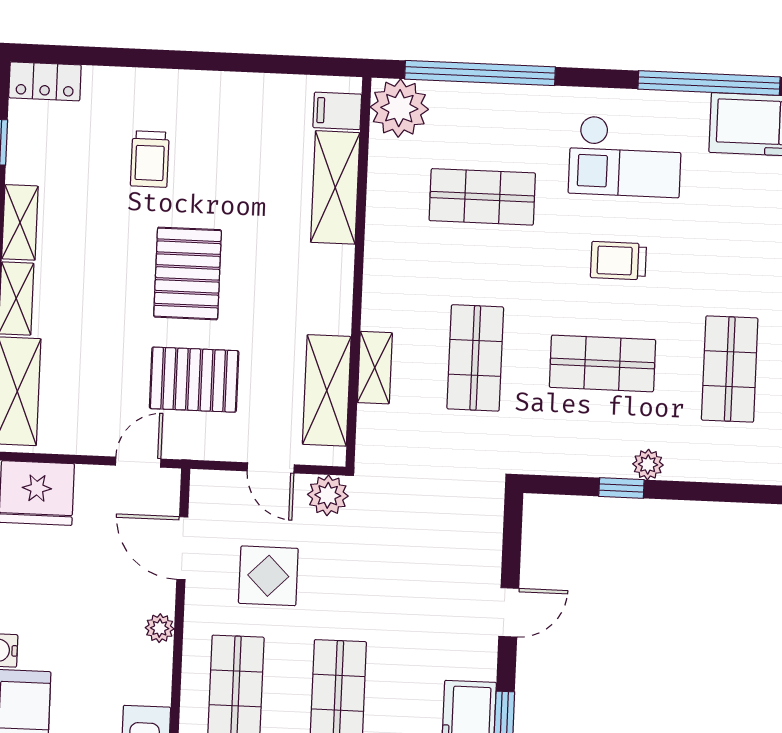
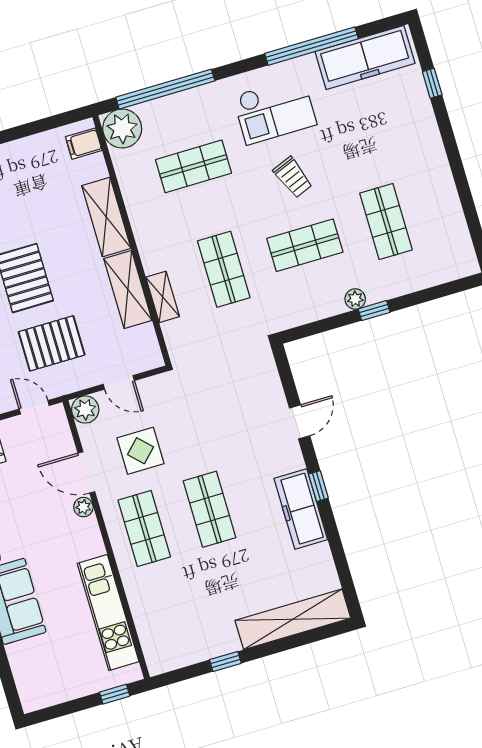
shelving: (335, 187) -> (106, 217), moved
trolley: (618, 261) -> (293, 177), turned -112
shelving: (327, 390) -> (128, 289), moved
door: (138, 462) -> (34, 407), hinge flipped
window: (621, 488) -> (374, 311), moved
plant: (328, 495) -> (85, 409), moved
door: (182, 548) -> (86, 472), moved

